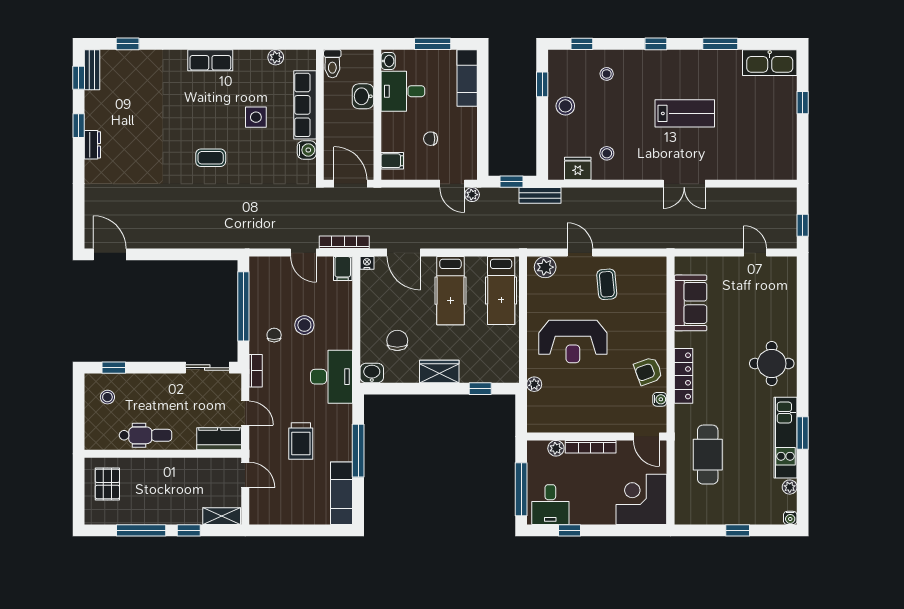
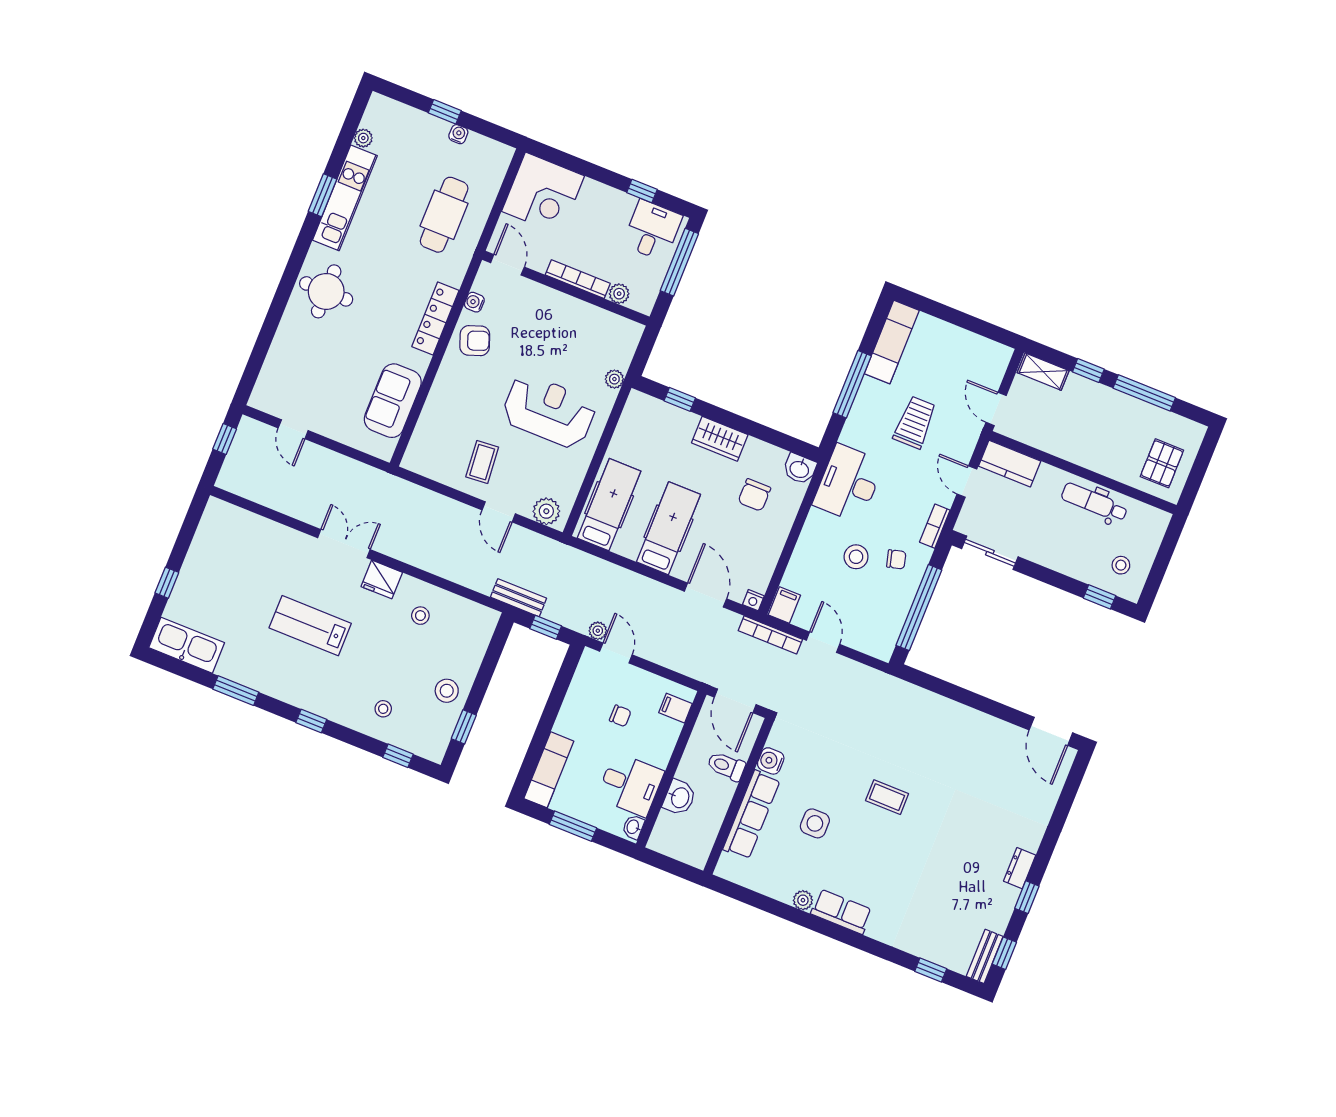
plant: (276, 57) -> (803, 900), moved
toilet: (332, 64) -> (726, 766), moved, turned -90
fridge: (578, 168) -> (382, 579), moved
chair: (274, 335) -> (896, 559), turned -105
water cooler: (790, 518) -> (458, 134), moved

